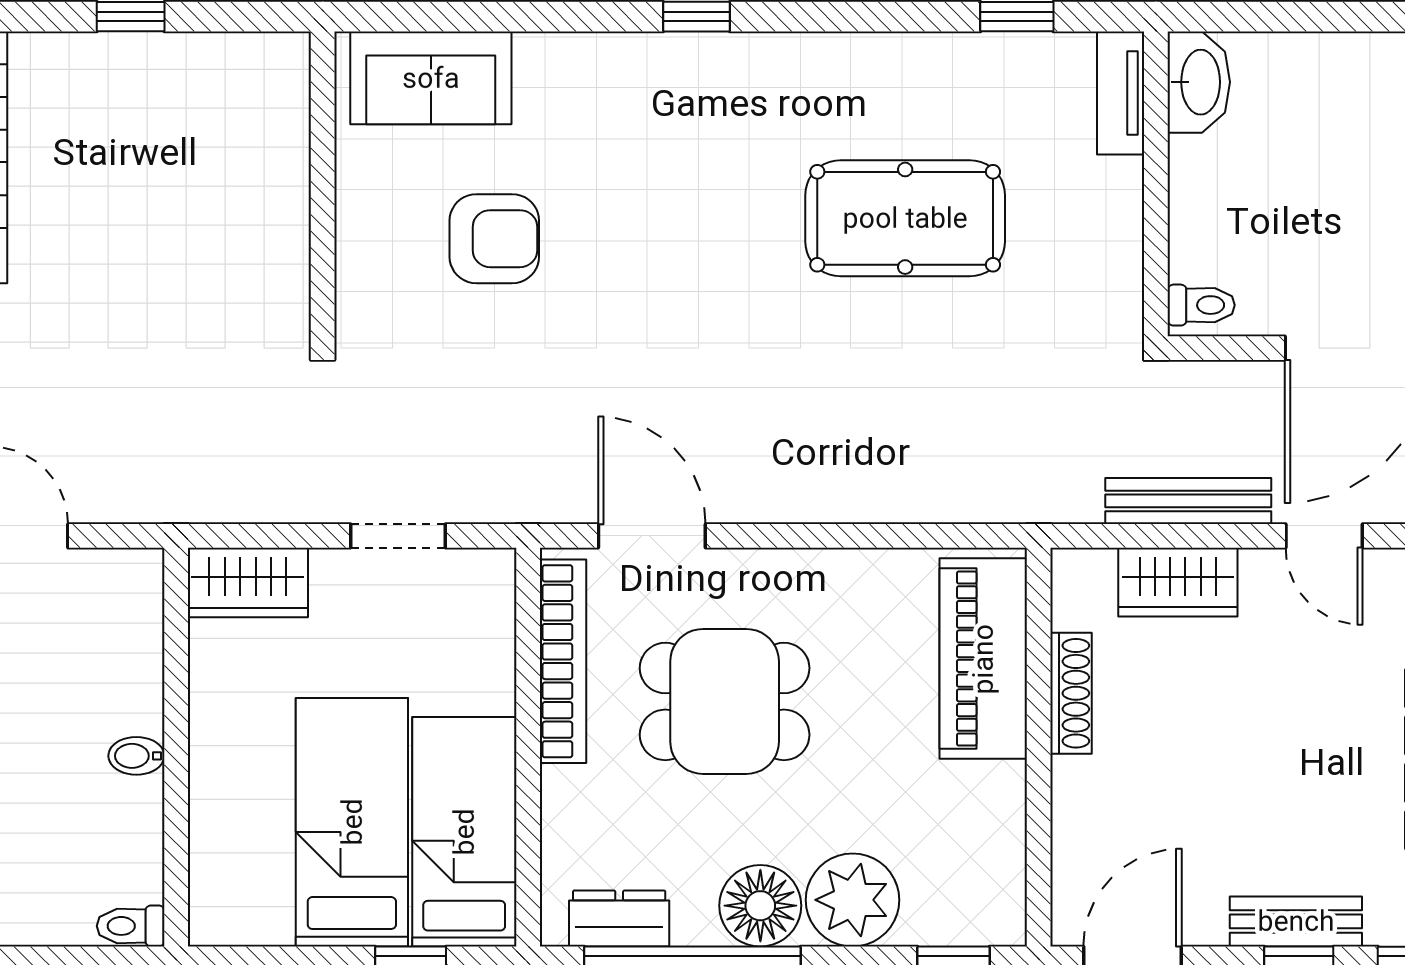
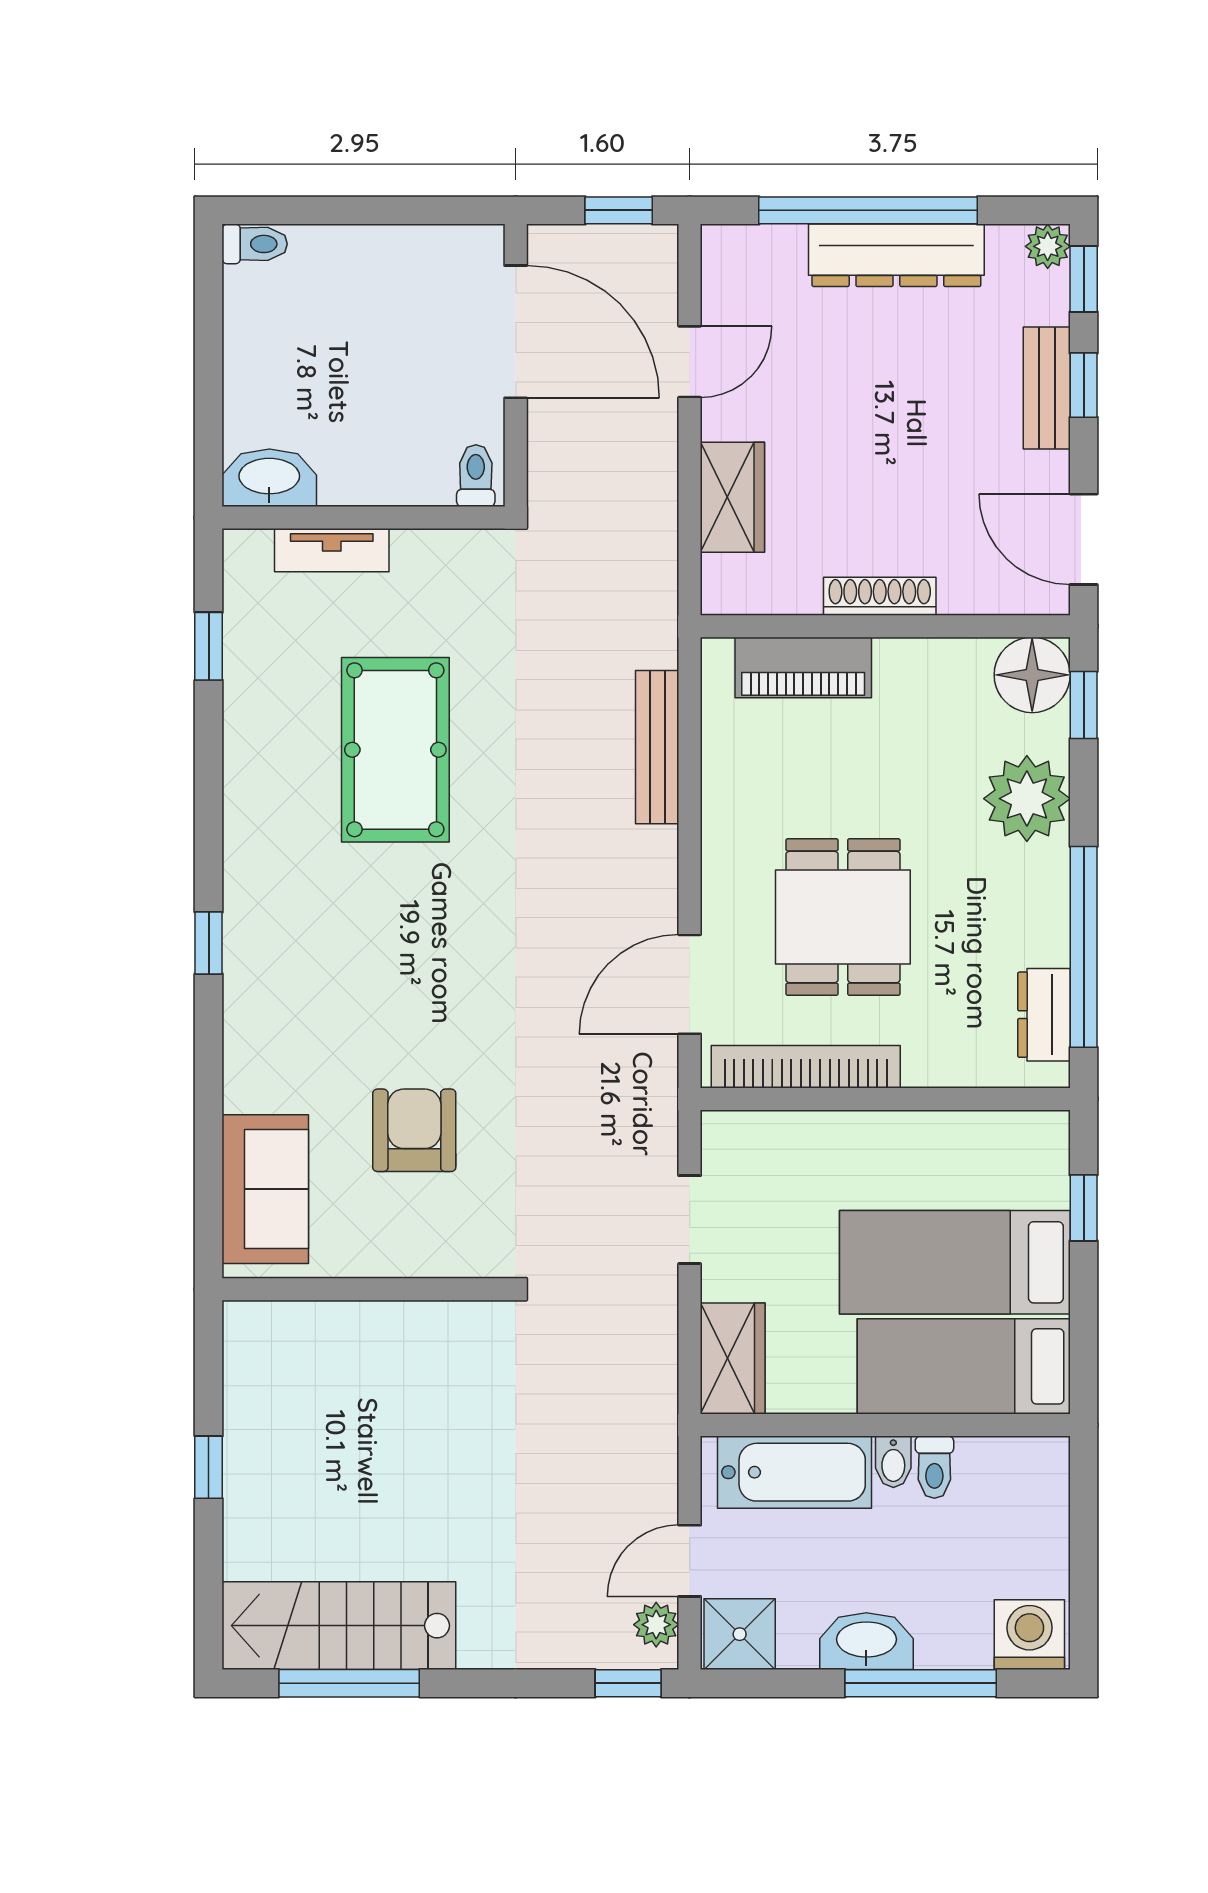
tv unit: (1121, 93) -> (332, 550), moved
bench: (1188, 501) -> (657, 747), moved
bathtub: (125, 649) -> (794, 1472), added
piano: (983, 659) -> (803, 667), width x0.73, depth x0.75
shoe rack: (1071, 693) -> (880, 596), moved
bed: (464, 832) -> (964, 1366), moved
floor lamp: (760, 906) -> (1032, 675), moved
toilet: (131, 926) -> (934, 1467), moved

